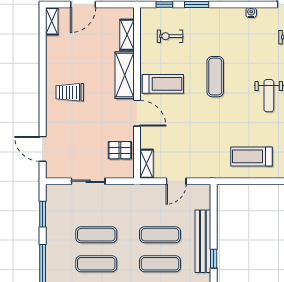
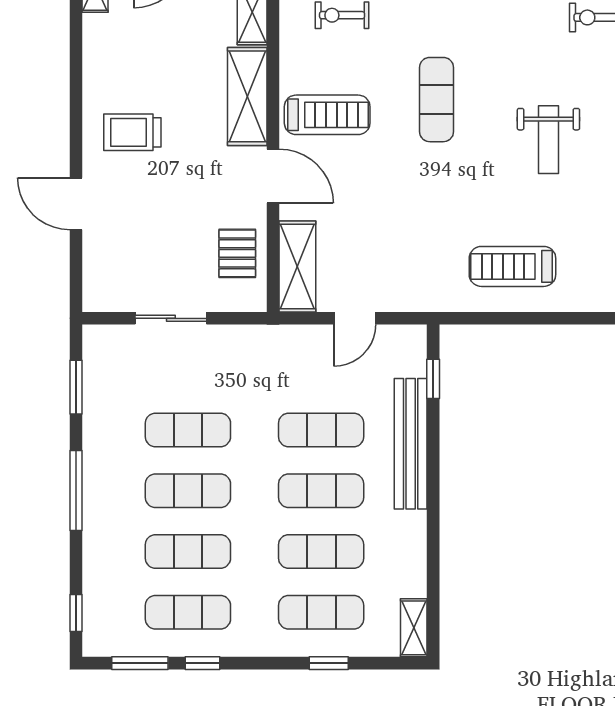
door: (43, 149) -> (76, 204), moved
pallet: (120, 150) -> (237, 253), turned 90
shelving: (146, 164) -> (297, 266), width x1.50, depth x1.33
window: (214, 259) -> (433, 379), moved

